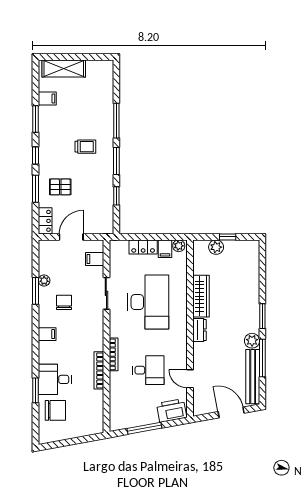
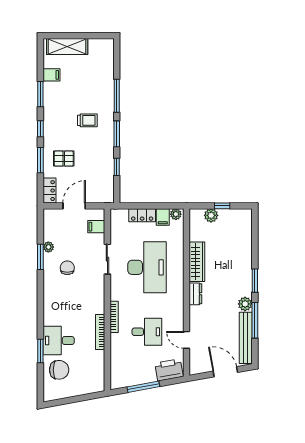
filing cabinet: (47, 334) -> (51, 298), removed

